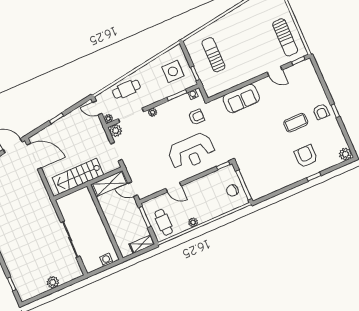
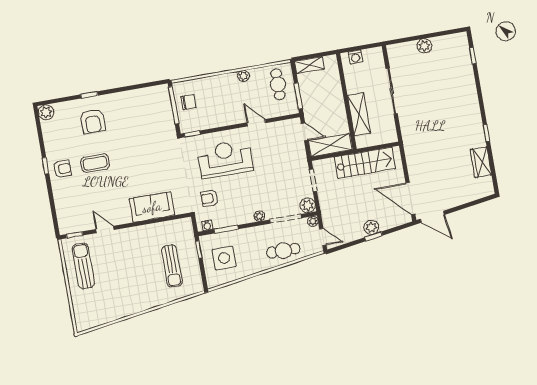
armchair: (321, 112) -> (62, 169), turned 90
plant: (60, 125) -> (371, 227), added
shelving: (92, 214) -> (359, 114), added

